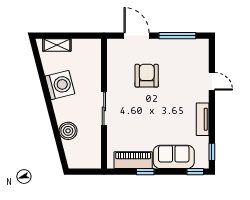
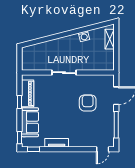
armchair: (147, 76) -> (88, 103), turned -90
door: (212, 81) -> (103, 149), moved
washing machine: (60, 85) -> (84, 36), width x0.53, depth x0.53
boiler: (68, 131) -> (48, 47), removed

